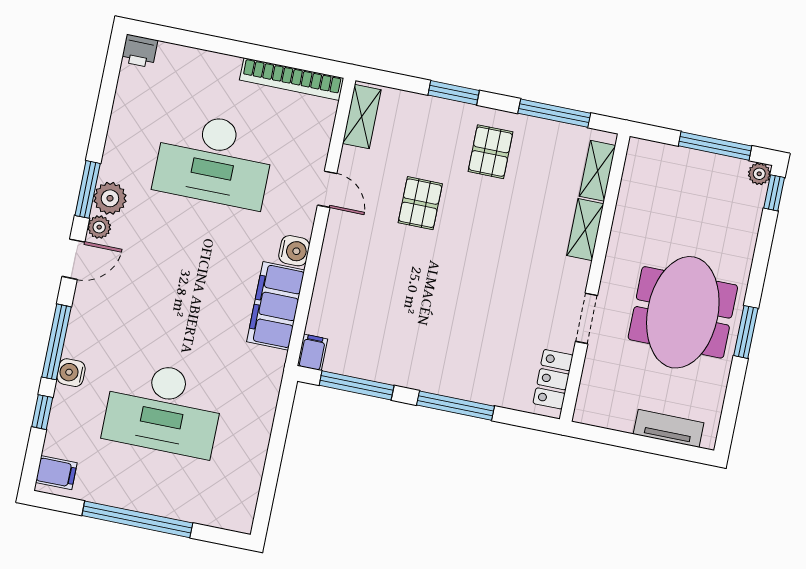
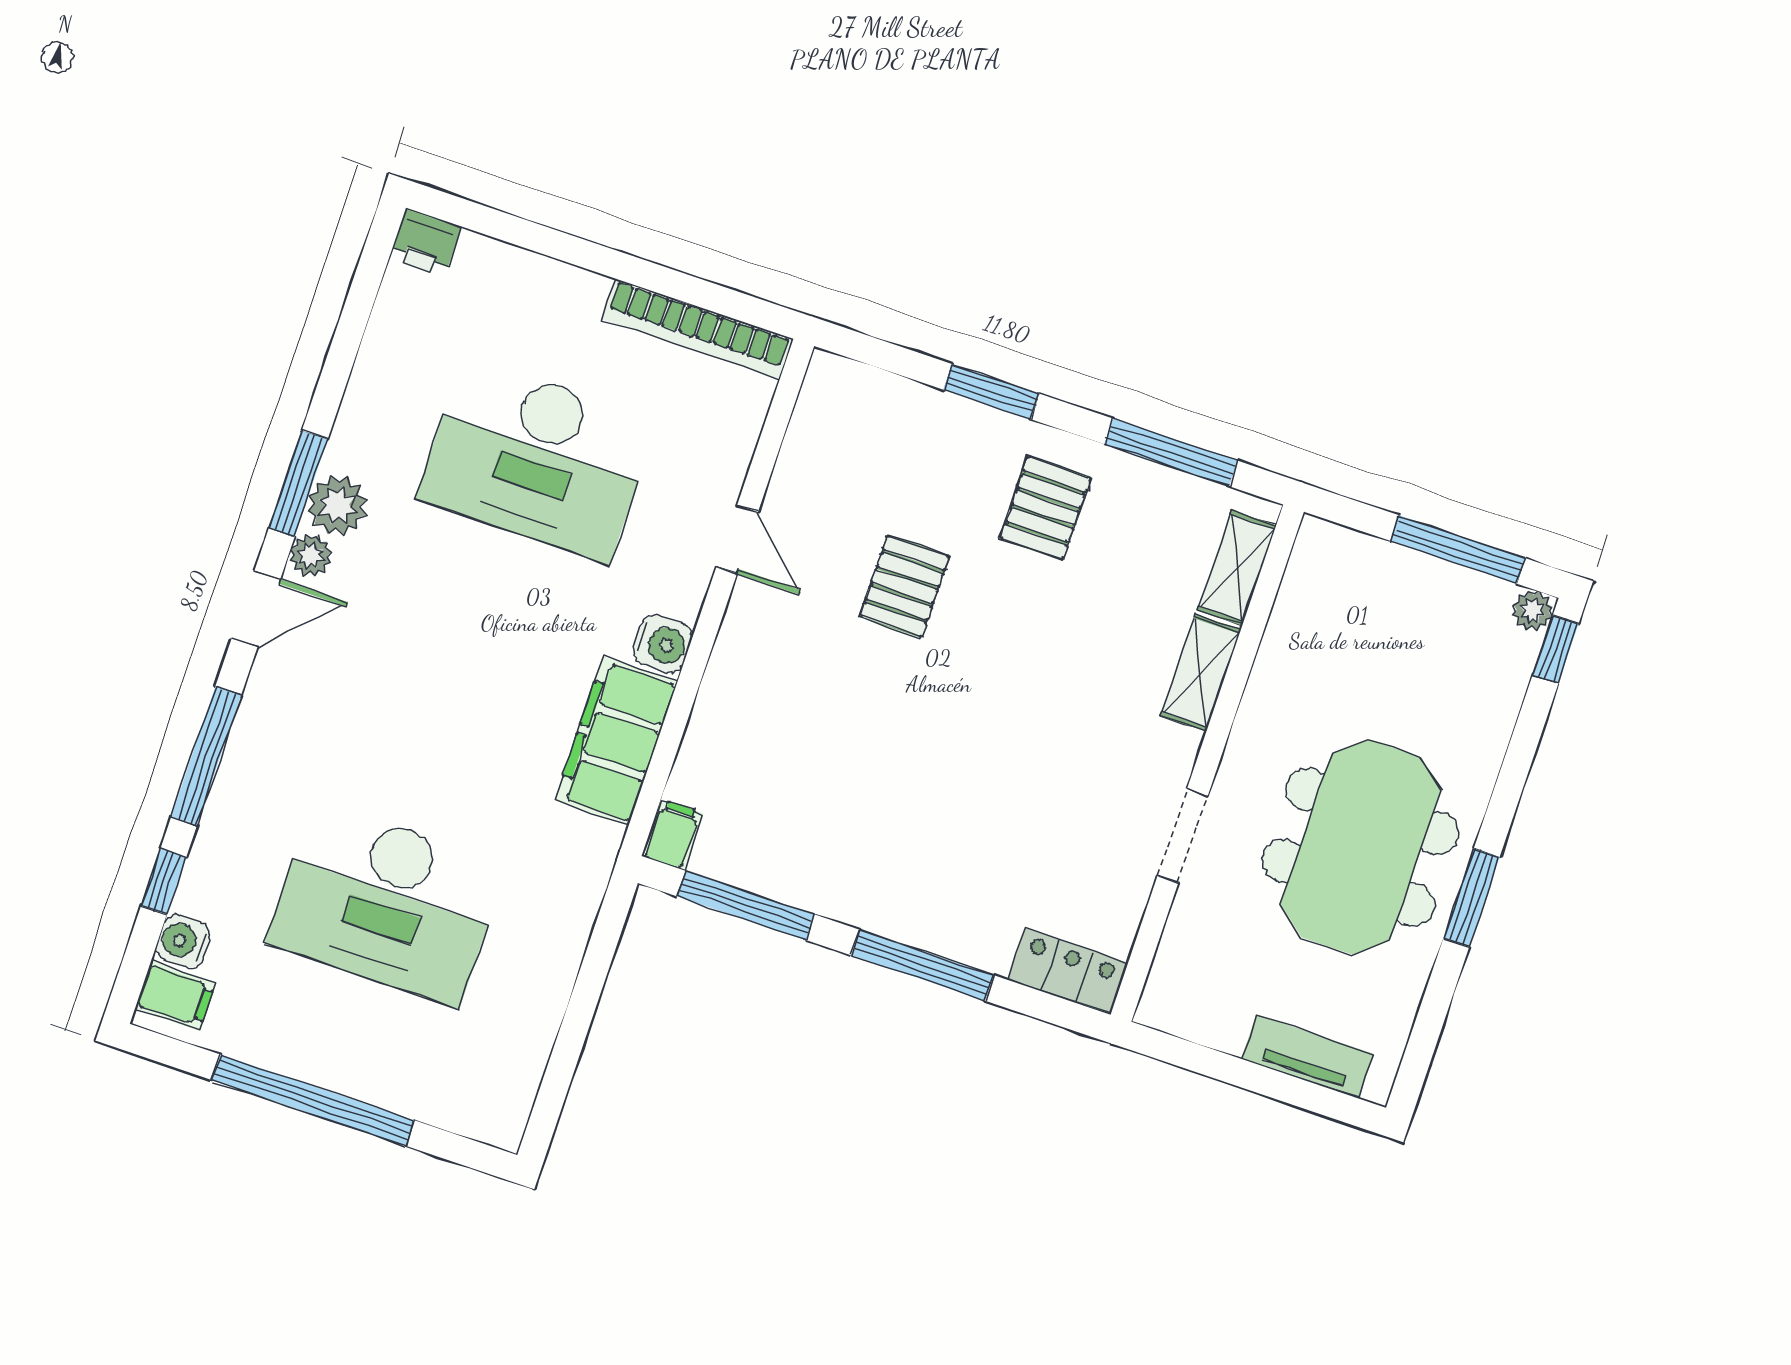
shelving: (362, 117) -> (818, 414), removed
water cooler: (71, 373) -> (183, 941), moved
locker: (553, 379) -> (1068, 971), moved, turned 90

